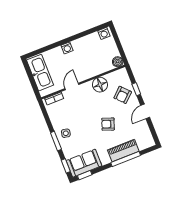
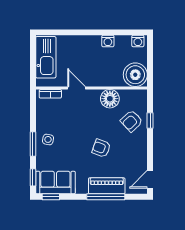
washing machine: (67, 48) -> (108, 41), moved
boiler: (118, 62) -> (135, 75), width x1.86, depth x1.86
door: (72, 87) -> (76, 88), hinge flipped
door: (145, 111) -> (150, 179), moved

